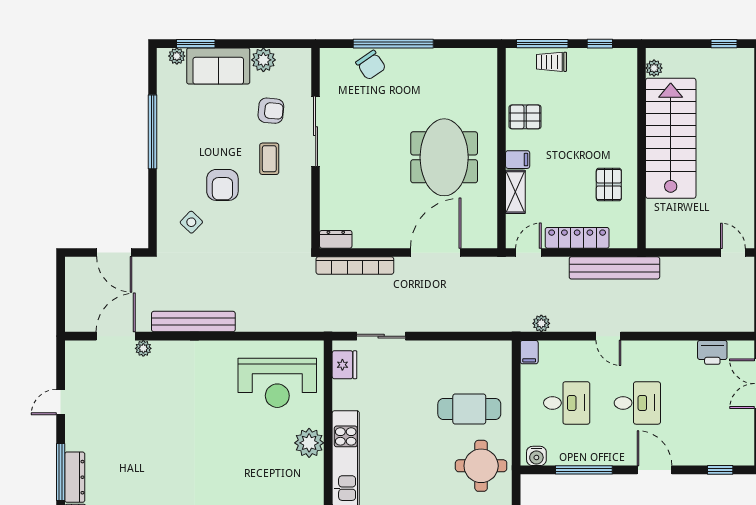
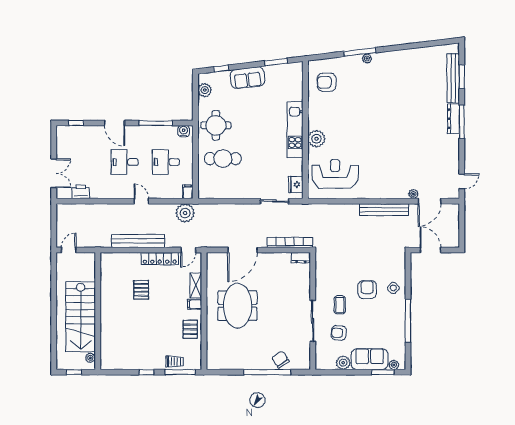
plant: (654, 68) -> (90, 358), moved
pallet: (525, 117) -> (190, 329), turned 90
stairs: (671, 138) -> (81, 317), moved
wall: (641, 148) -> (98, 311), moved
side table: (191, 222) -> (393, 288), moved
door: (733, 253) -> (69, 250), swing flipped
plant: (541, 323) -> (185, 213), width x1.88, depth x1.88
door: (61, 402) -> (462, 181), moved

